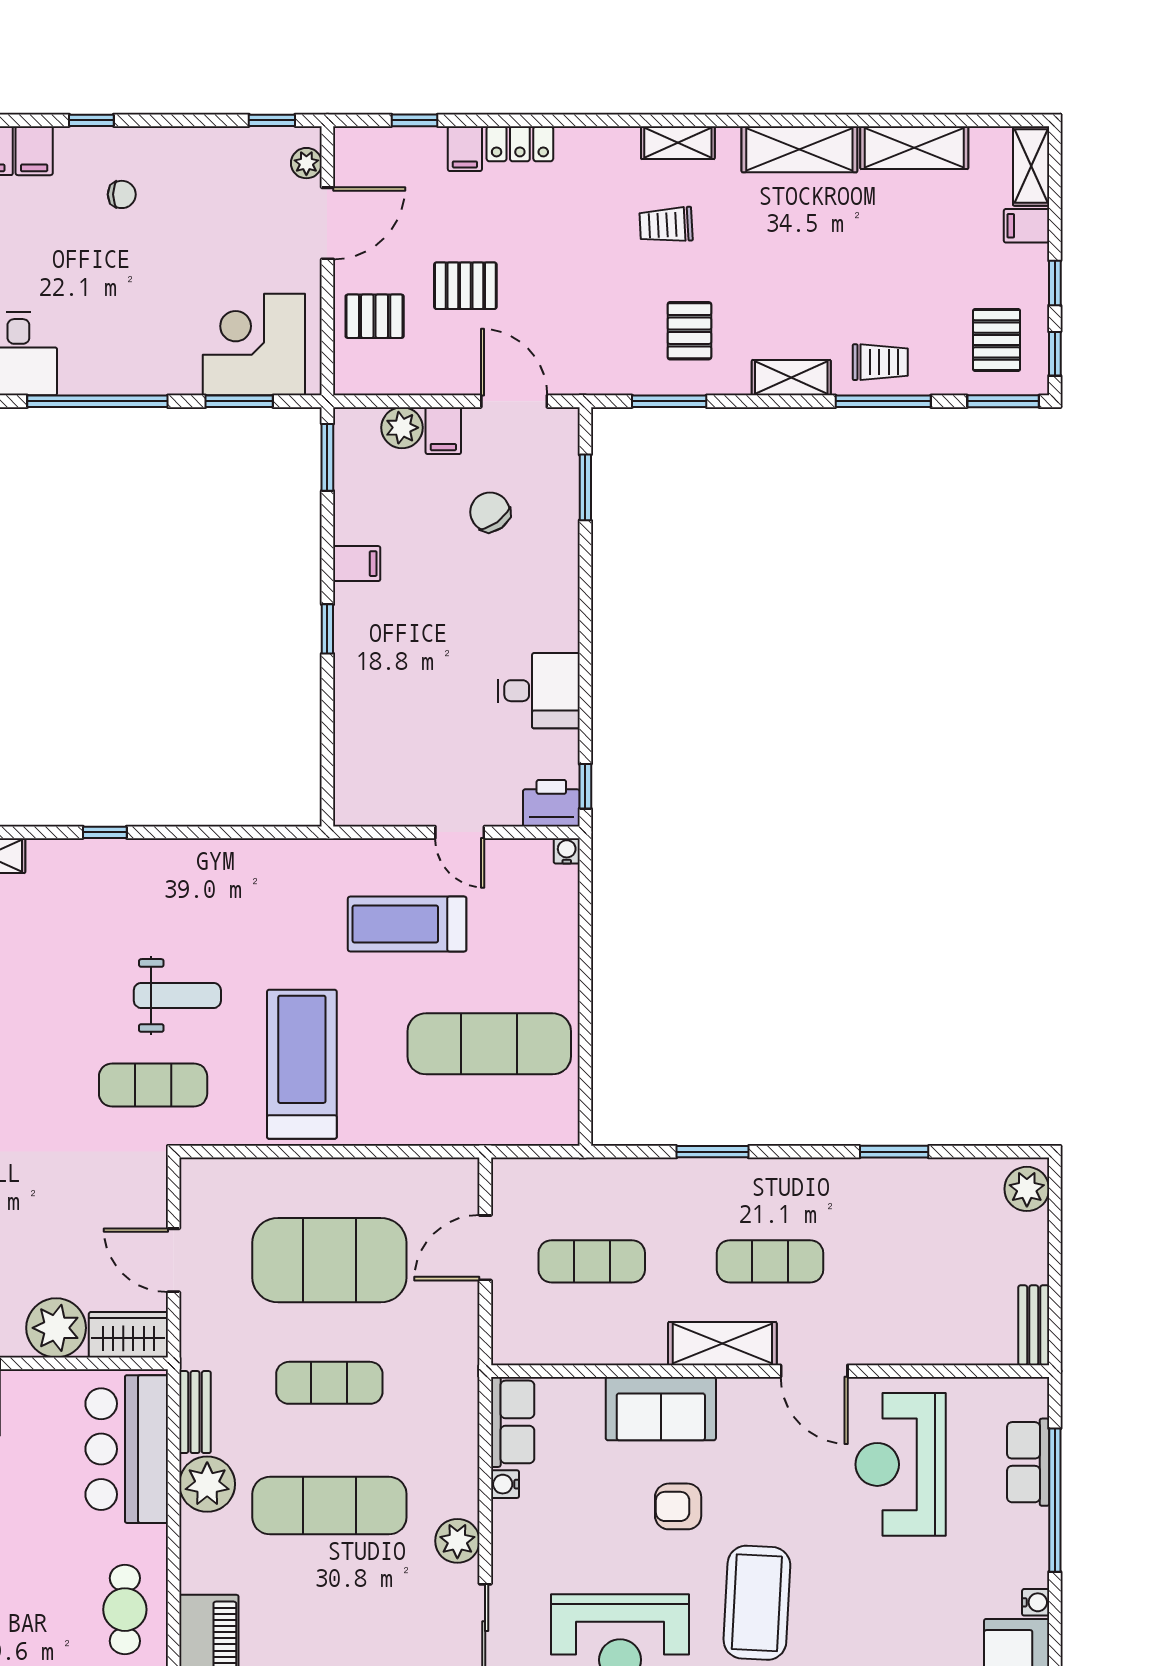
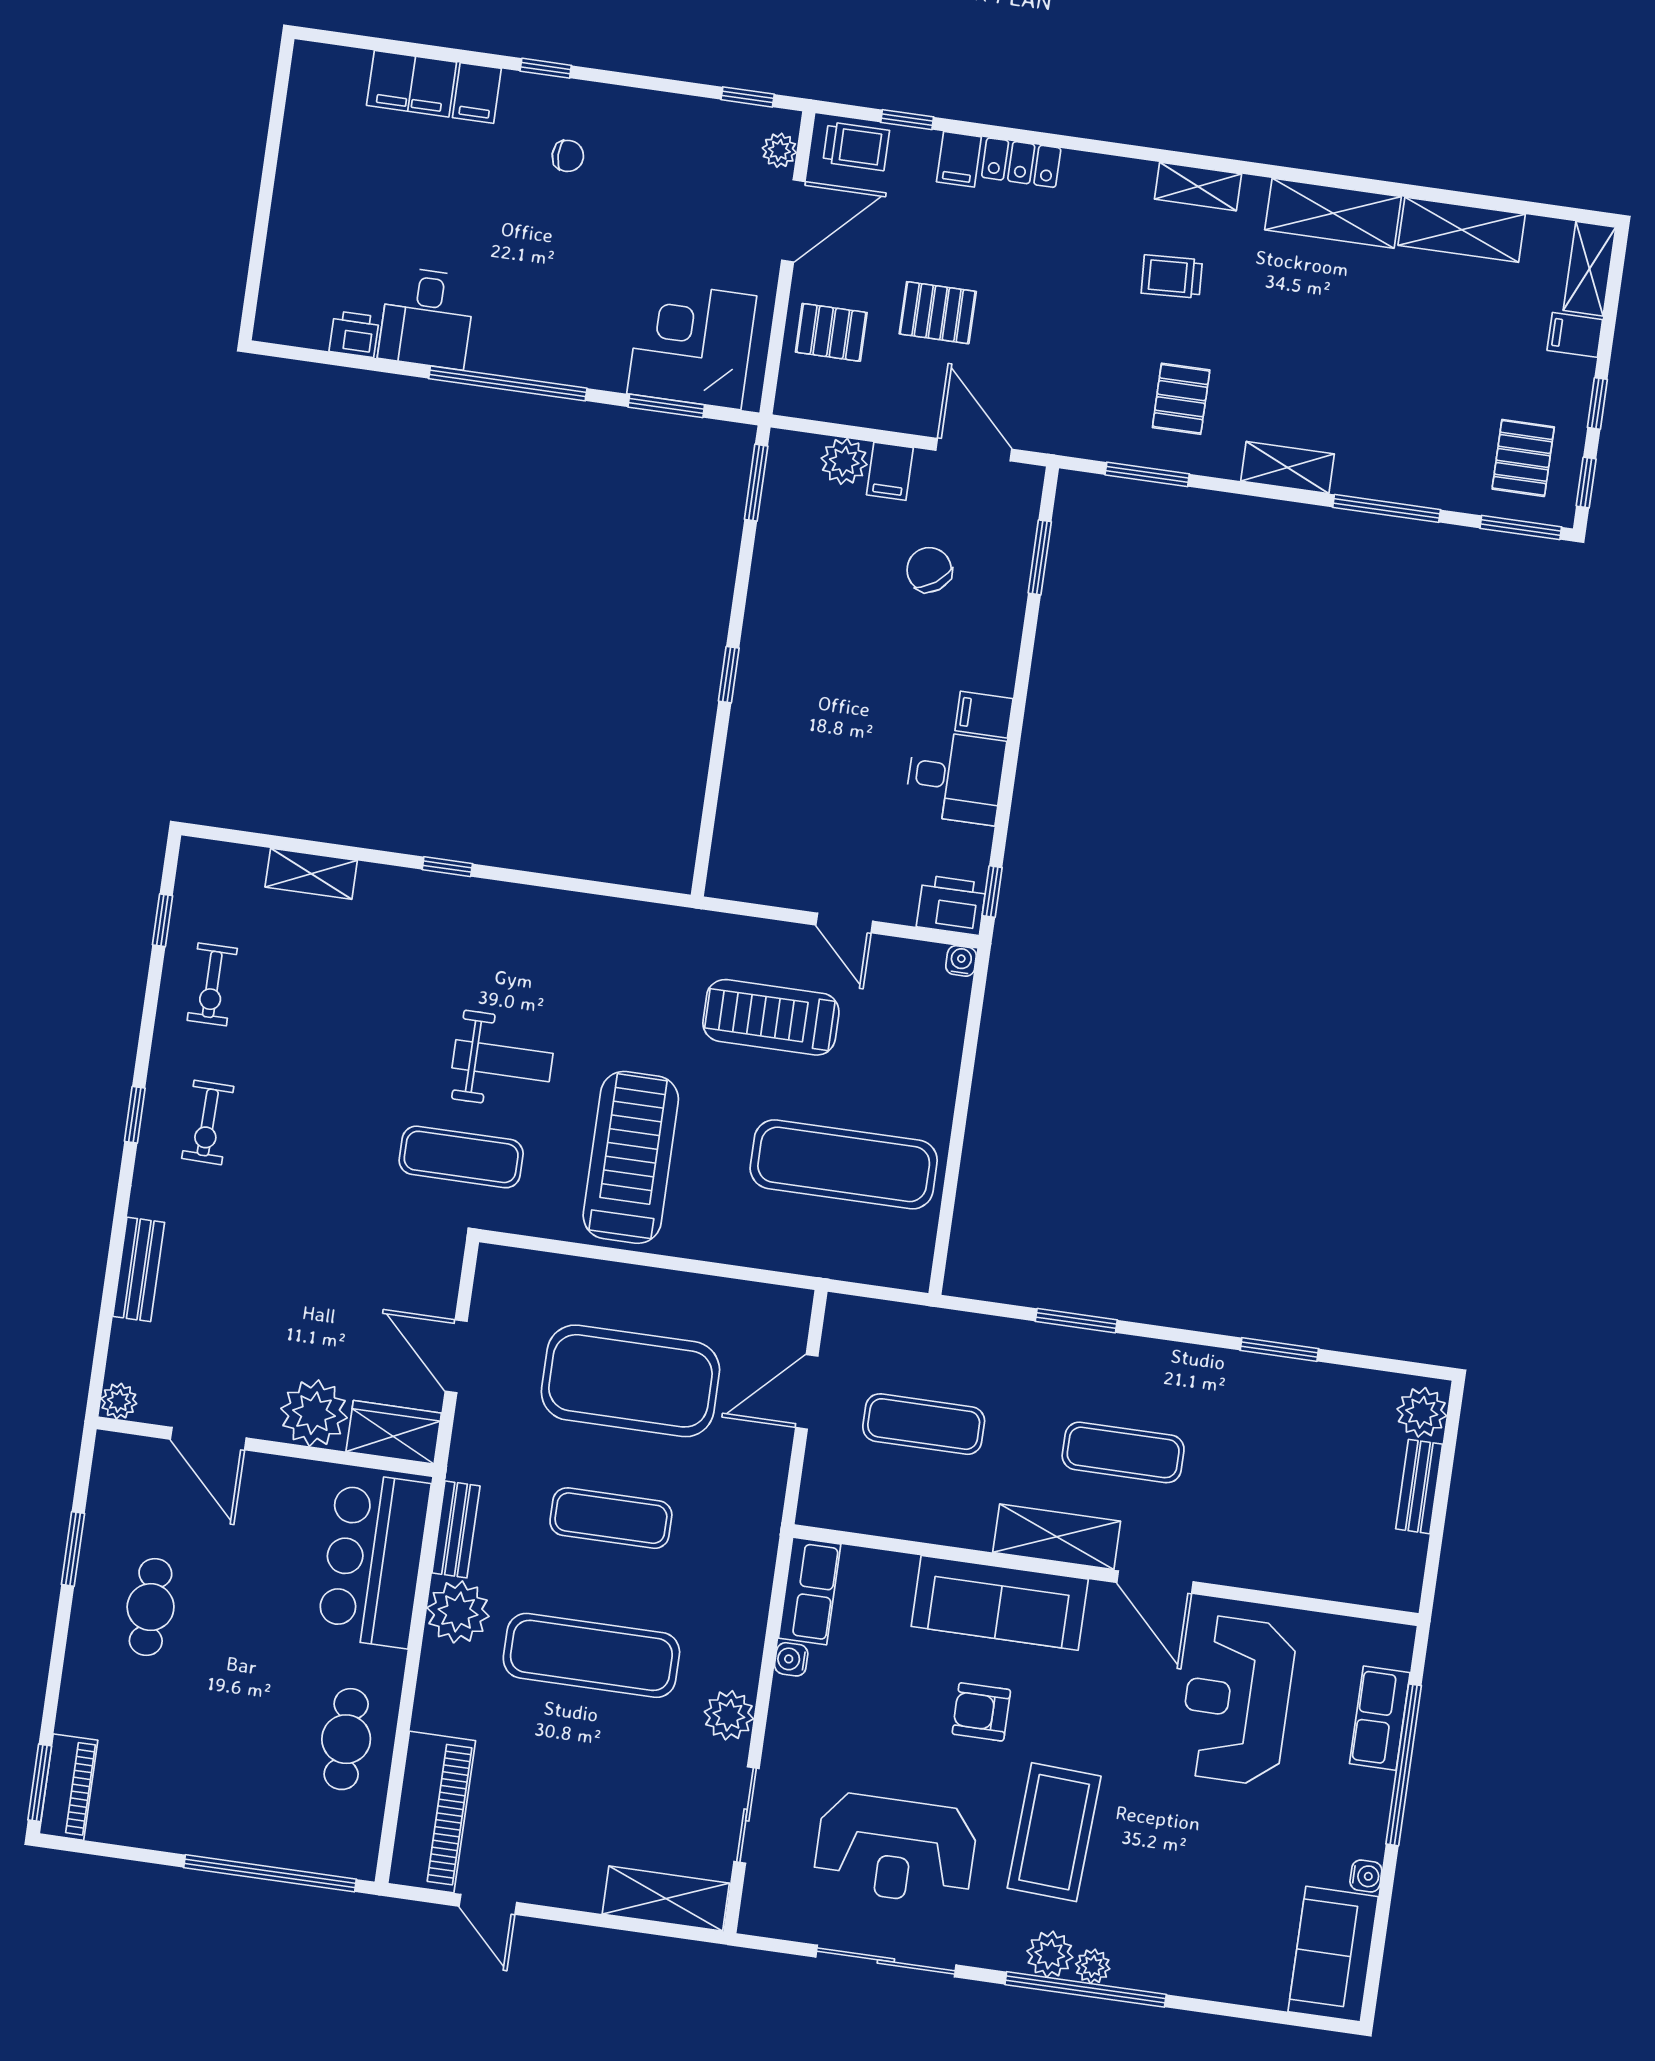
trolley: (880, 362) -> (856, 146), moved
filing cabinet: (357, 564) -> (984, 715), moved, turned 180
bench: (1034, 1325) -> (1419, 1487), moved
sofa: (661, 1409) -> (1000, 1603), width x1.36

